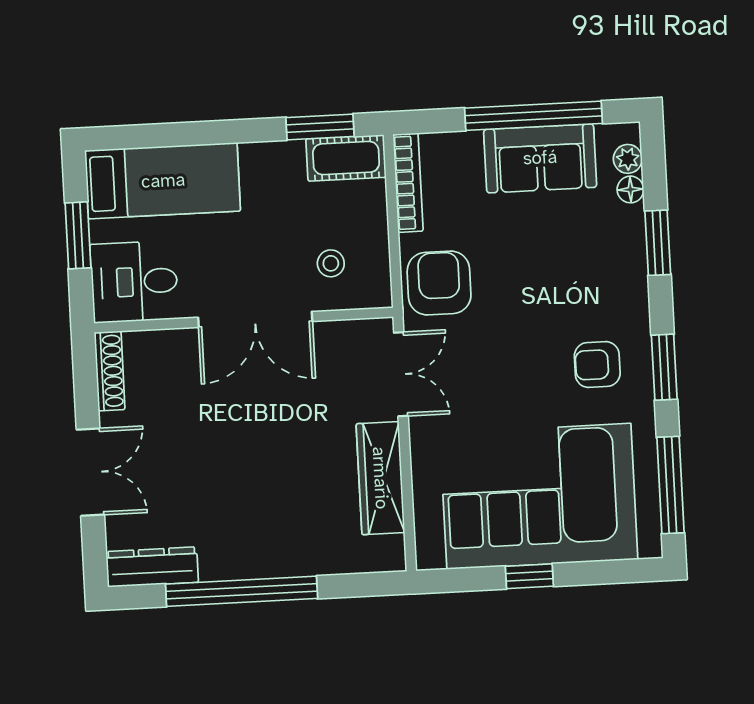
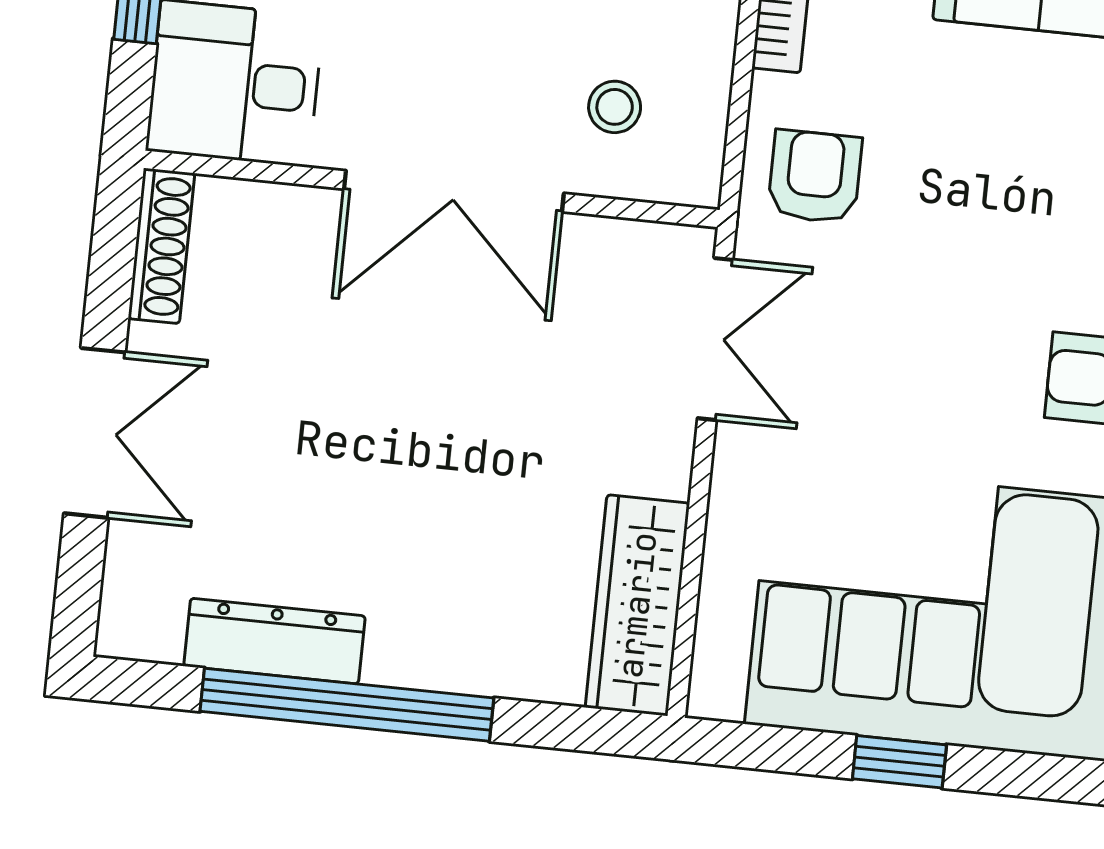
armchair: (439, 283) -> (815, 177), width x0.72, depth x0.72
wardrobe: (380, 478) -> (637, 605), moved
dresser: (152, 567) -> (274, 641), moved

